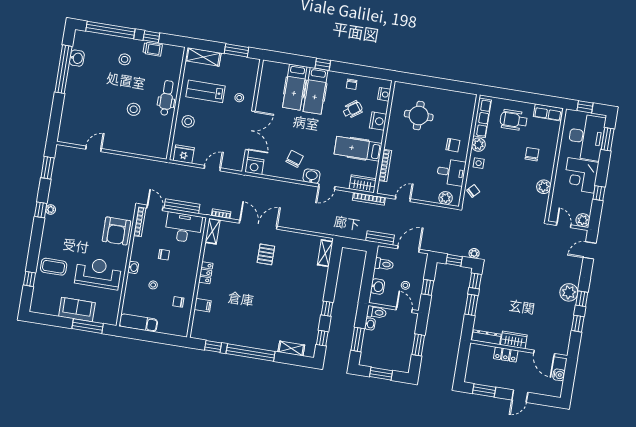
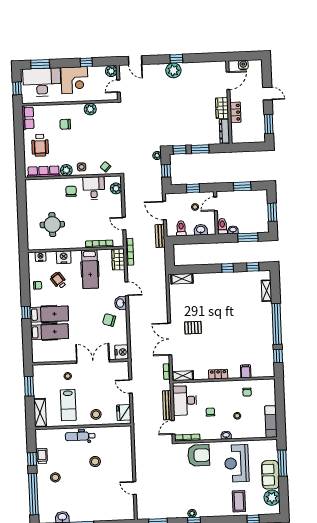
plant: (50, 306) -> (272, 498), added
window: (578, 324) -> (198, 58), removed

